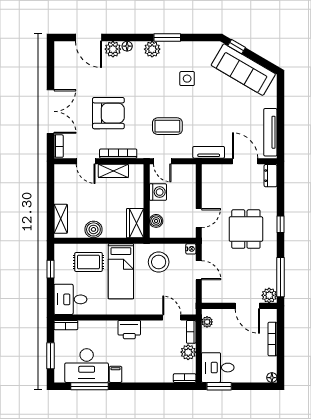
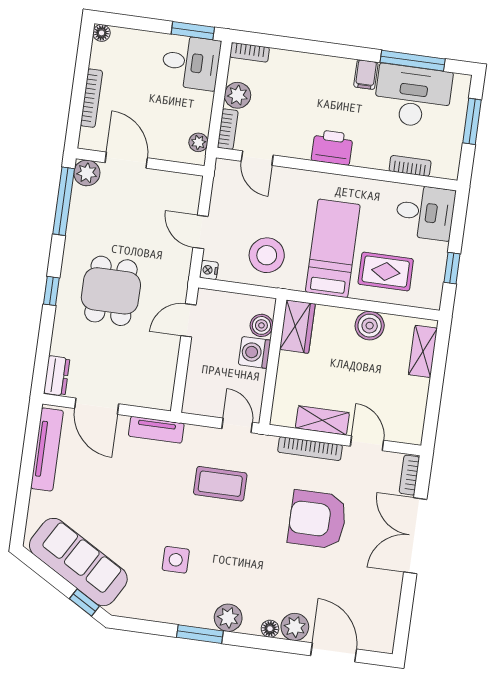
washing machine: (158, 192) -> (255, 352), moved
bookcase: (66, 325) -> (410, 166), moved

